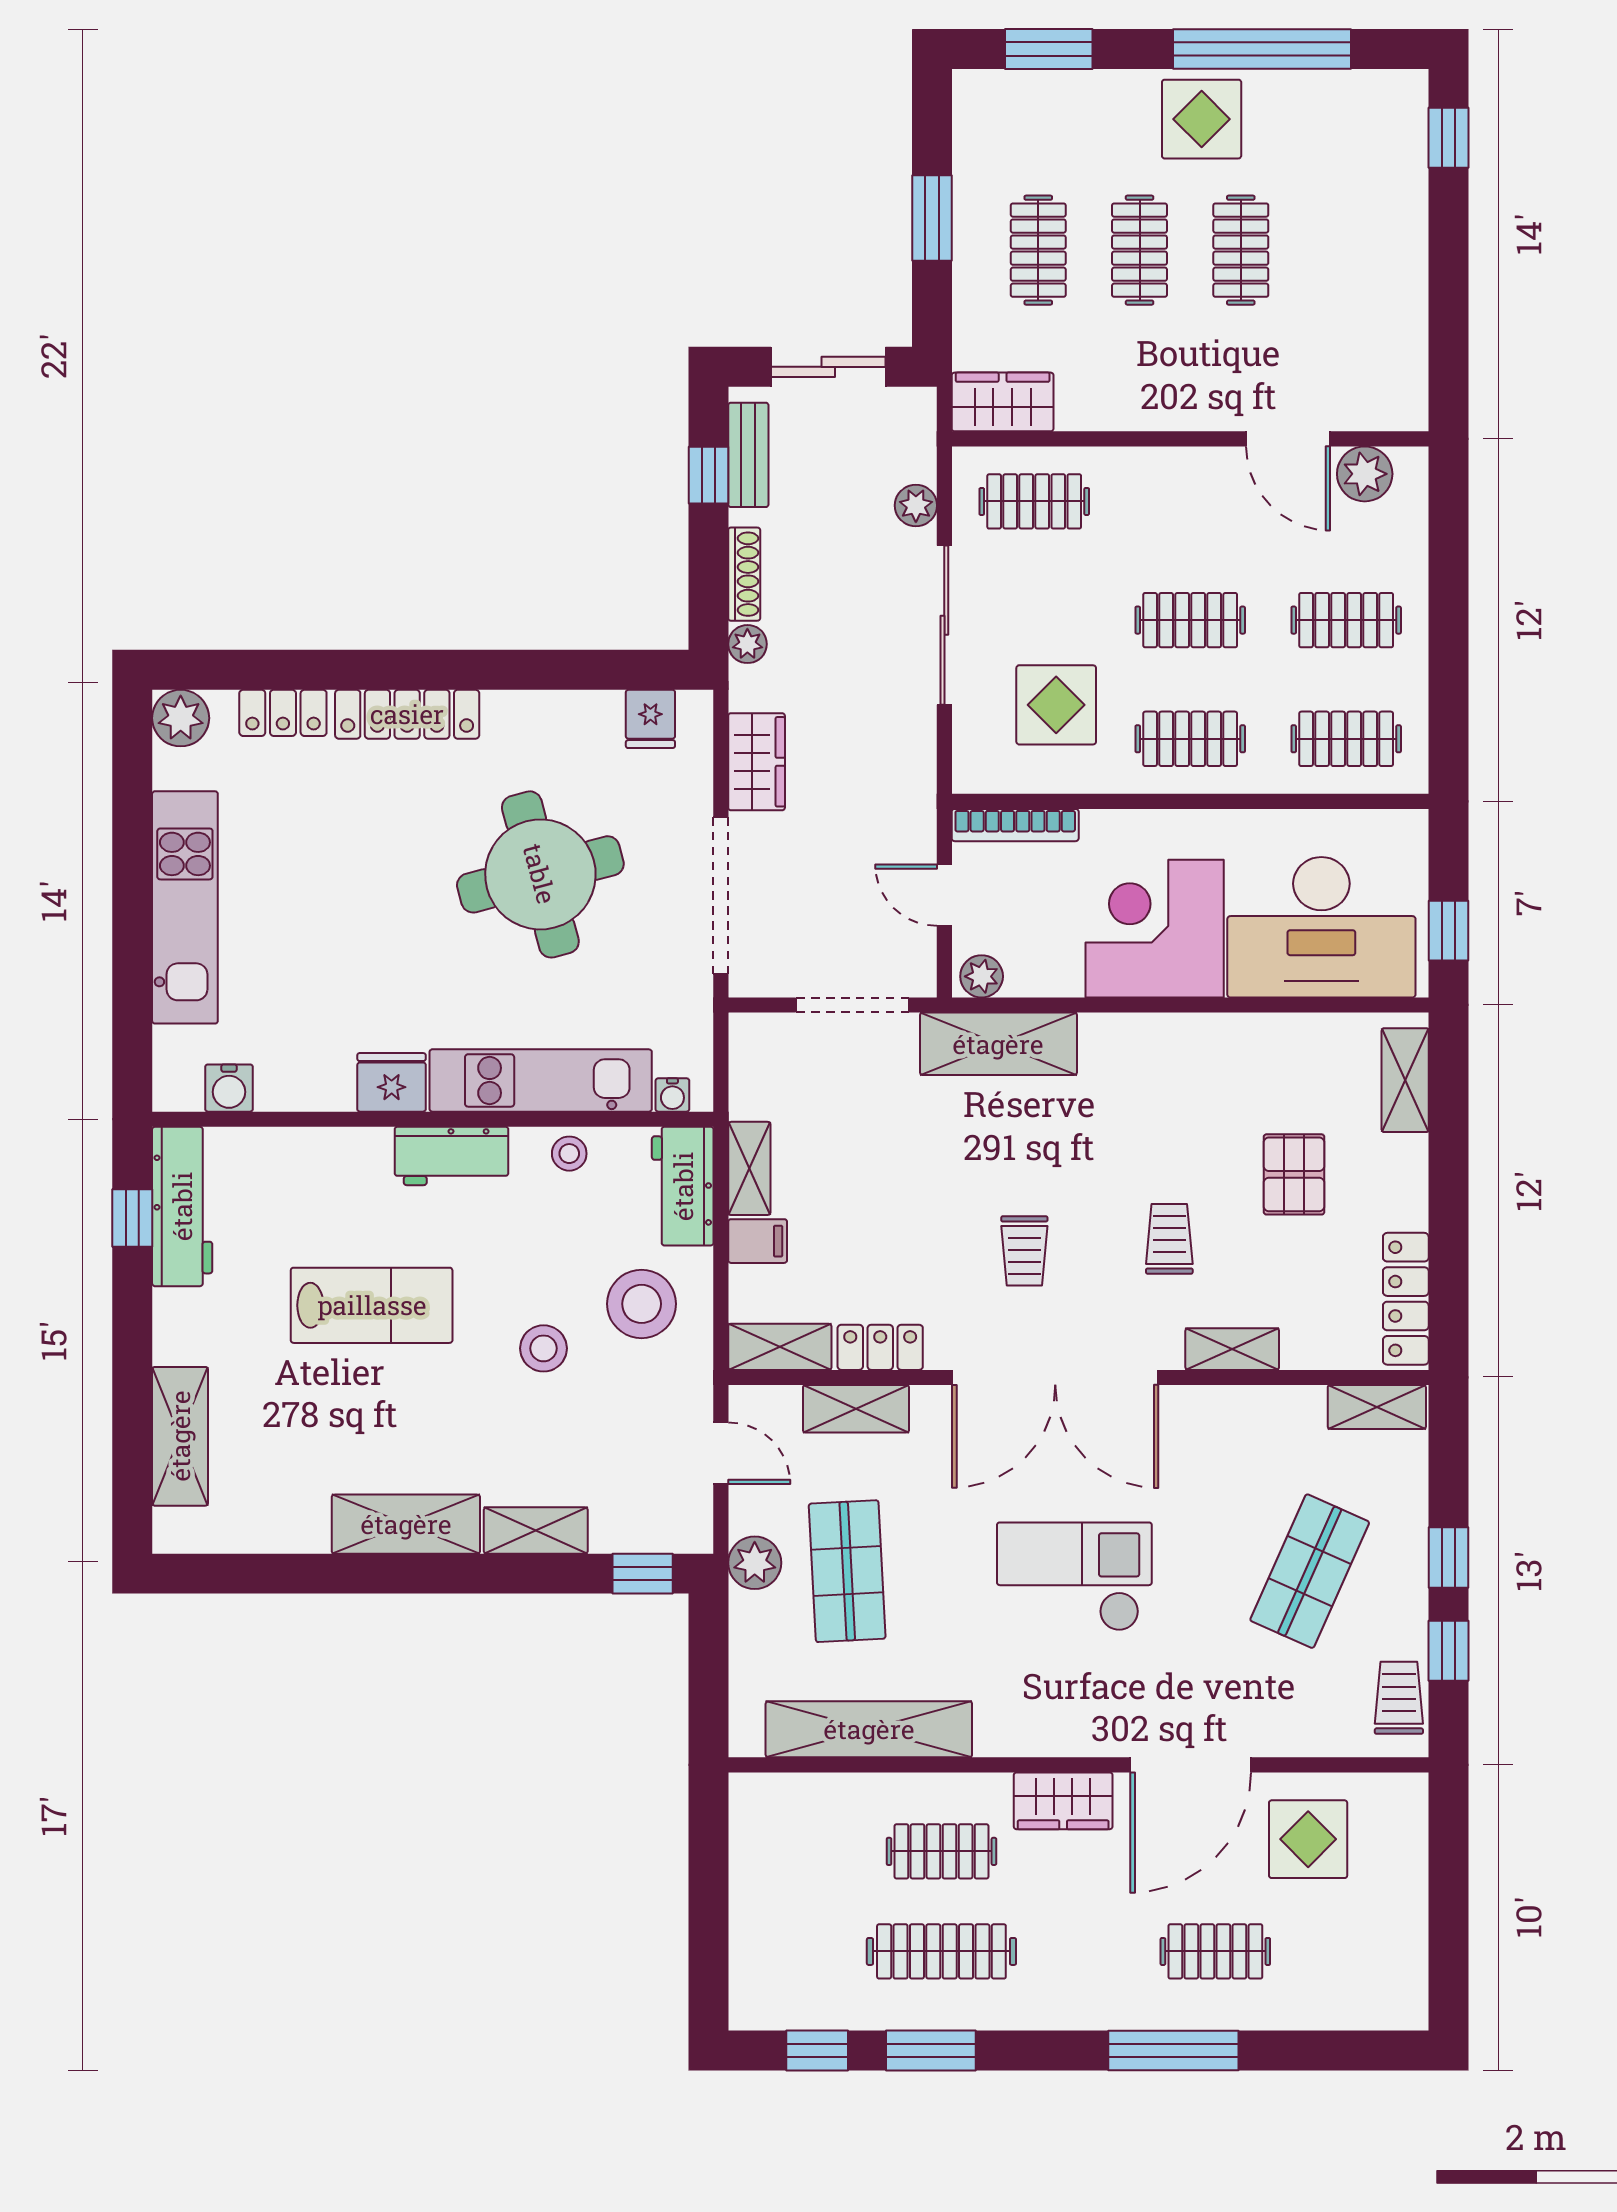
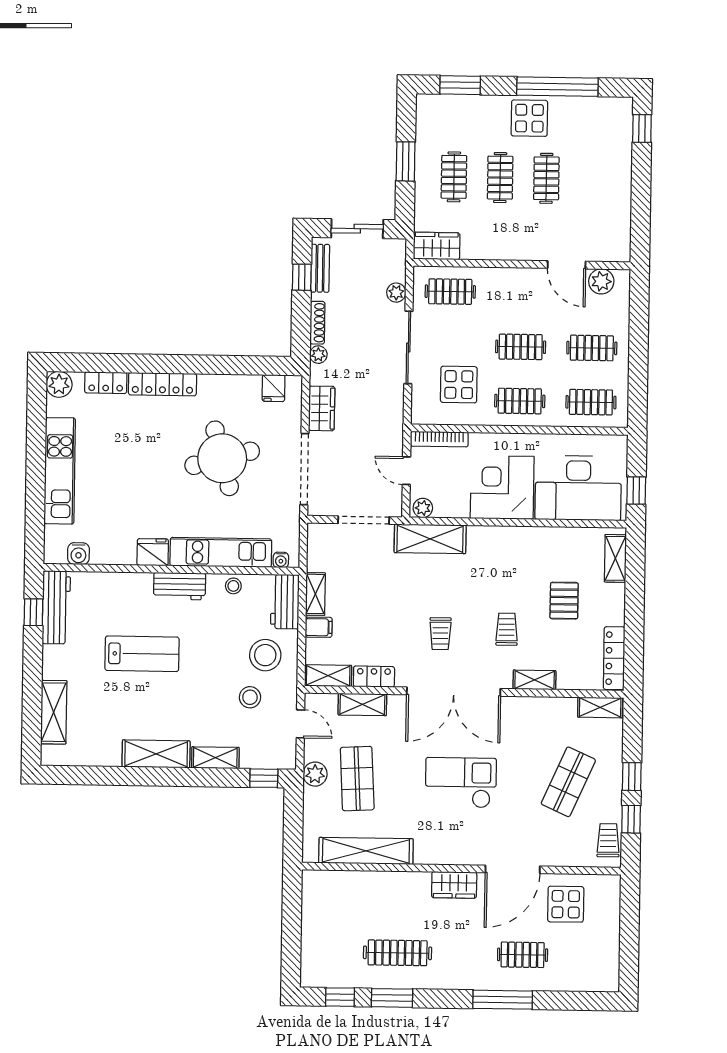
stool: (544, 1348) -> (250, 697), moved
clothes rail: (941, 1851) -> (398, 907), removed

